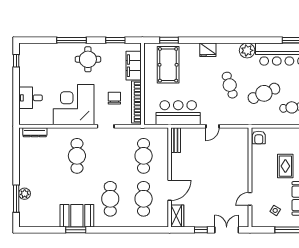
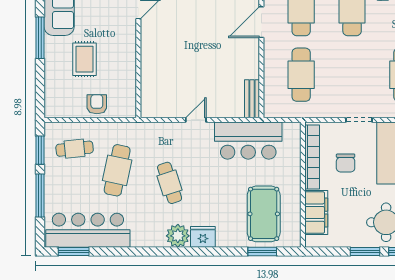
window: (115, 40) -> (365, 252), moved
plant: (247, 50) -> (178, 236), moved
cafe table: (264, 93) -> (117, 170), turned -54
armchair: (259, 138) -> (97, 104), moved

